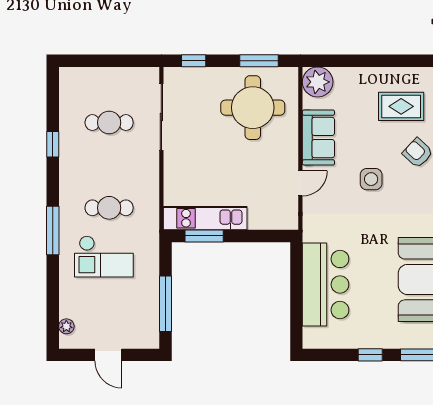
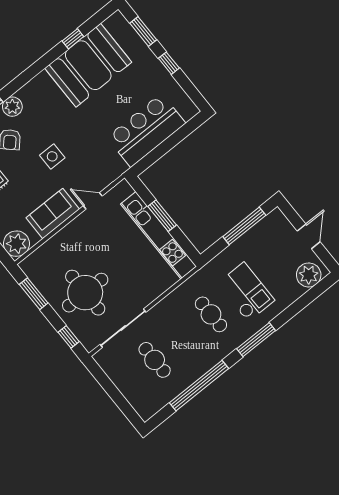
round table: (253, 108) -> (85, 293), moved
window: (53, 144) -> (199, 386), width x3.17
kitchen unit: (205, 218) -> (159, 235), width x1.36
window: (204, 236) -> (162, 216), moved
plant: (66, 326) -> (309, 275), width x1.88, depth x1.88

